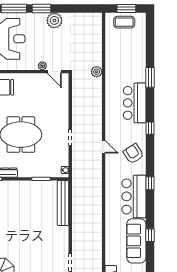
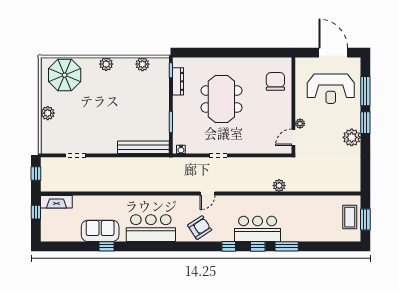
plant: (97, 72) -> (279, 185), moved
window: (150, 183) -> (258, 246), moved
sofa: (136, 241) -> (100, 231), width x0.73

